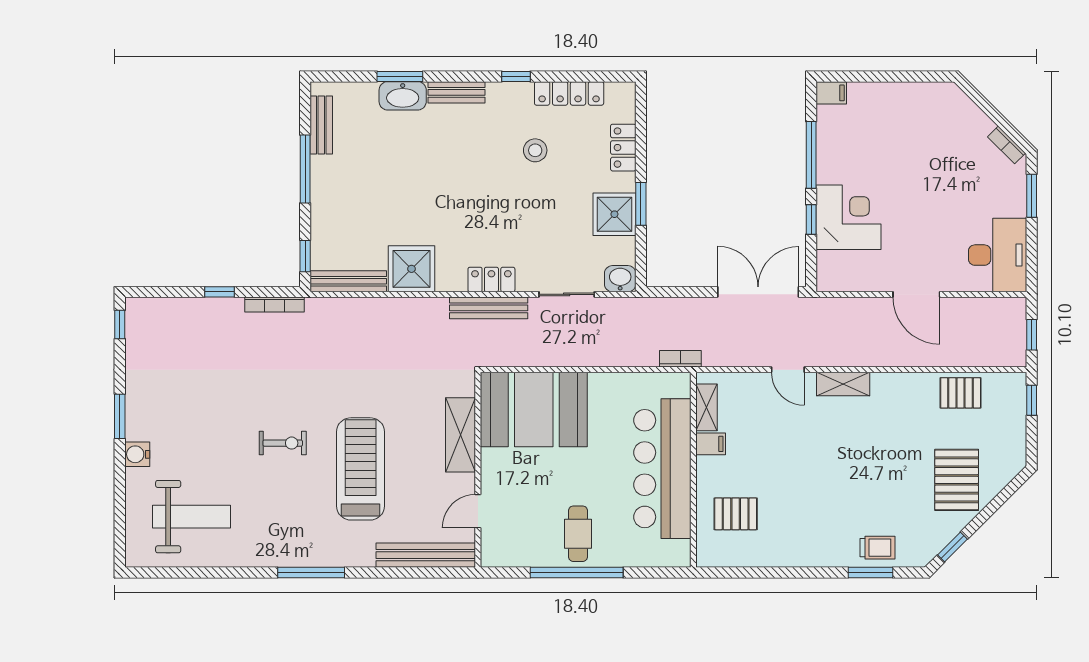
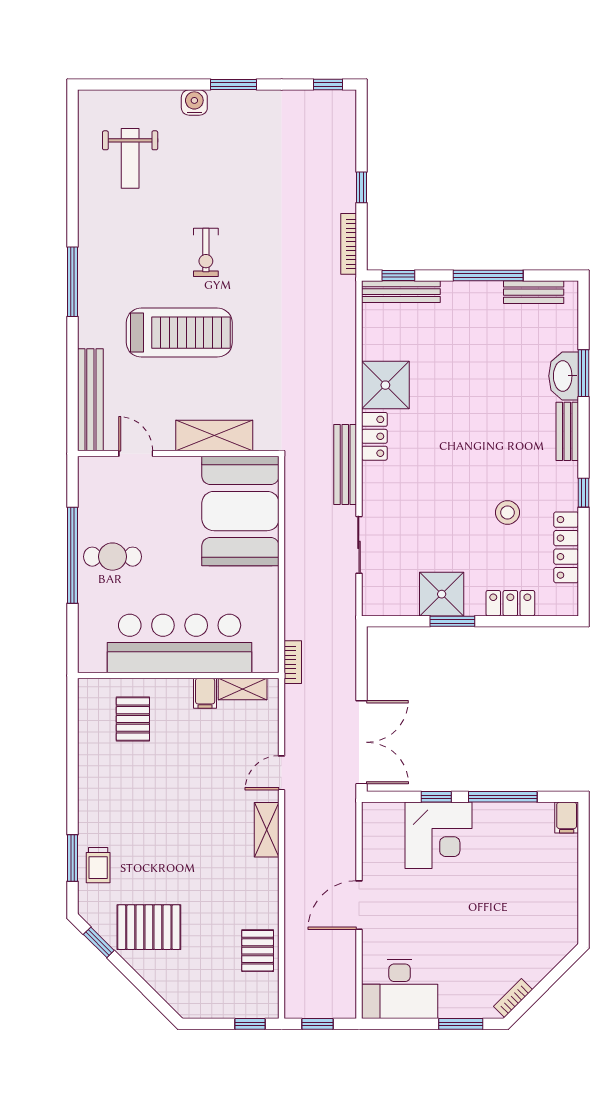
locker: (491, 279) -> (374, 436), moved
washbasin: (620, 279) -> (375, 600), removed
bench: (348, 281) -> (401, 292), moved, turned 90
pallet: (957, 480) -> (149, 927), moved
weight bench: (191, 517) -> (130, 158), width x0.73, depth x0.75

